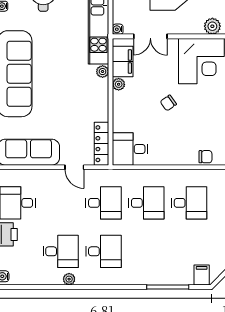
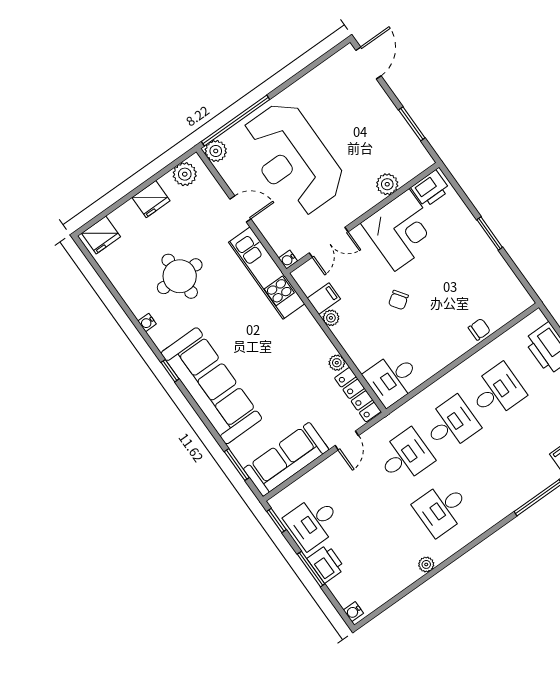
filing cabinet: (123, 61) -> (324, 299), width x0.50
plant: (103, 72) -> (337, 363), moved
door: (74, 167) -> (347, 441), hinge flipped
desk: (61, 251) -> (396, 541), removed
desk: (103, 251) -> (442, 508), turned 180

